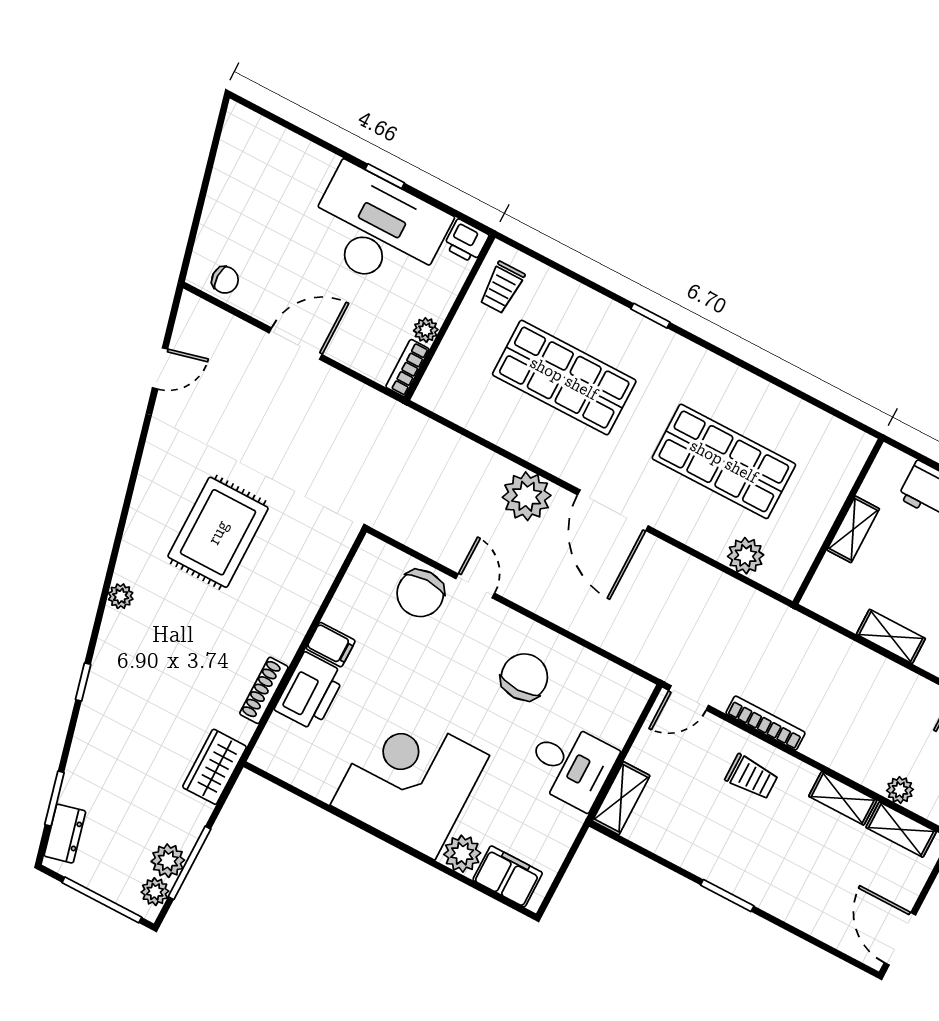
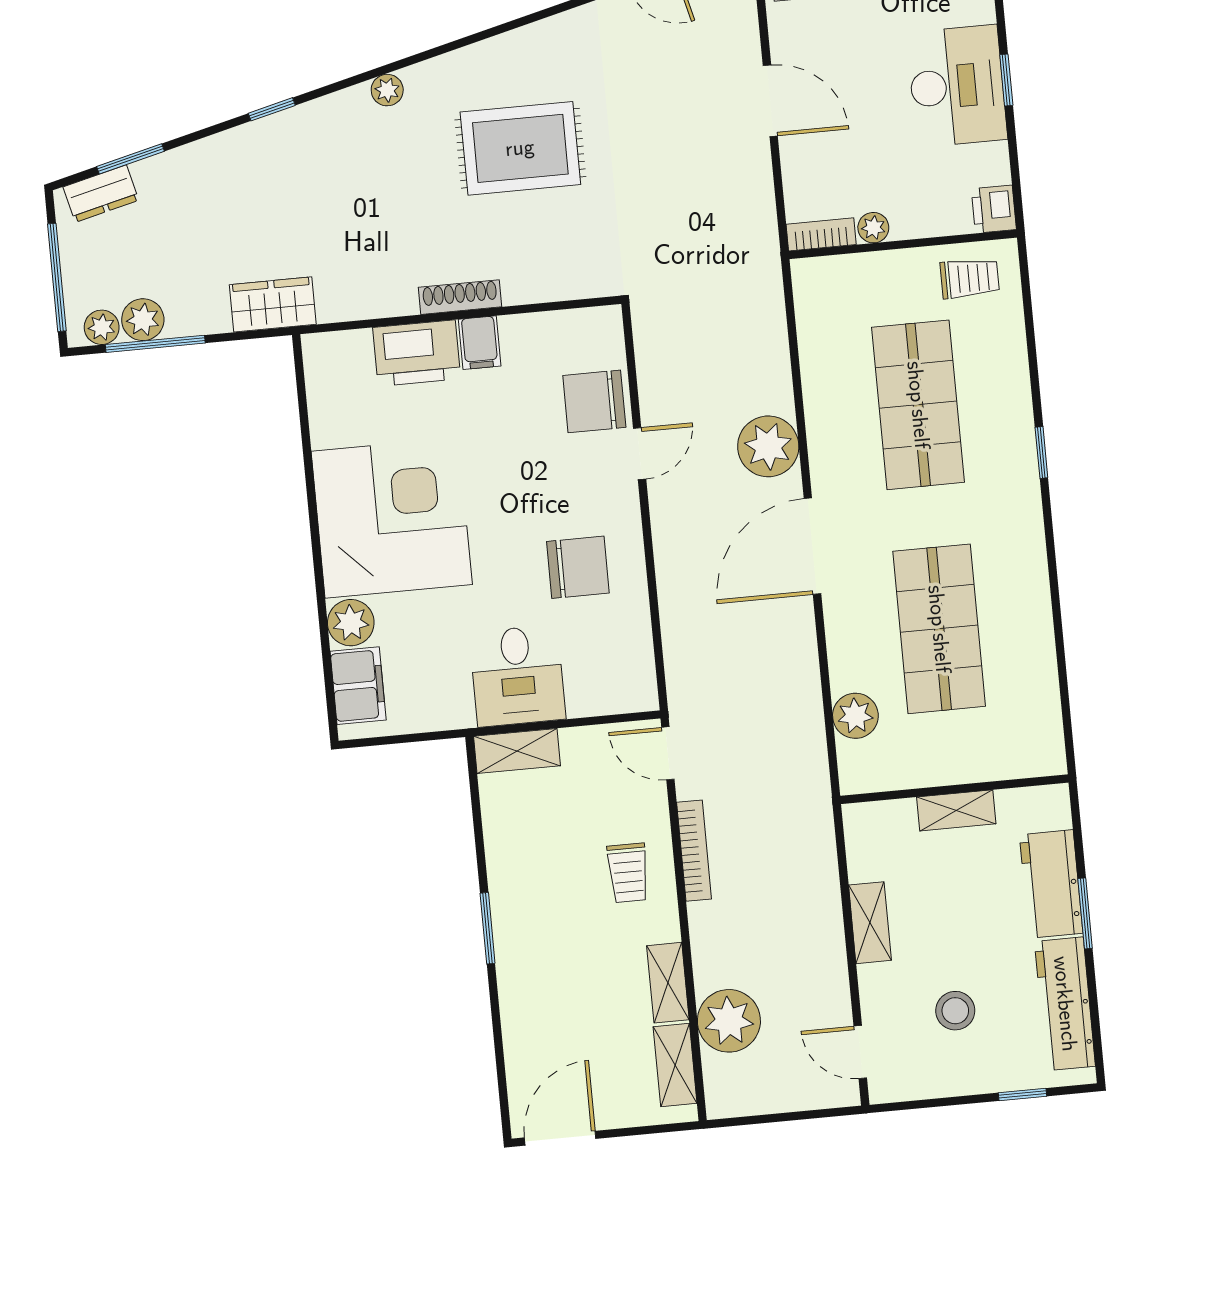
desk: (377, 229) -> (957, 86), width x0.73, depth x0.77
trolley: (502, 287) -> (970, 278), turned 180
shoe rack: (264, 690) -> (460, 297), moved
plant: (900, 790) -> (729, 1021), width x1.87, depth x1.87

